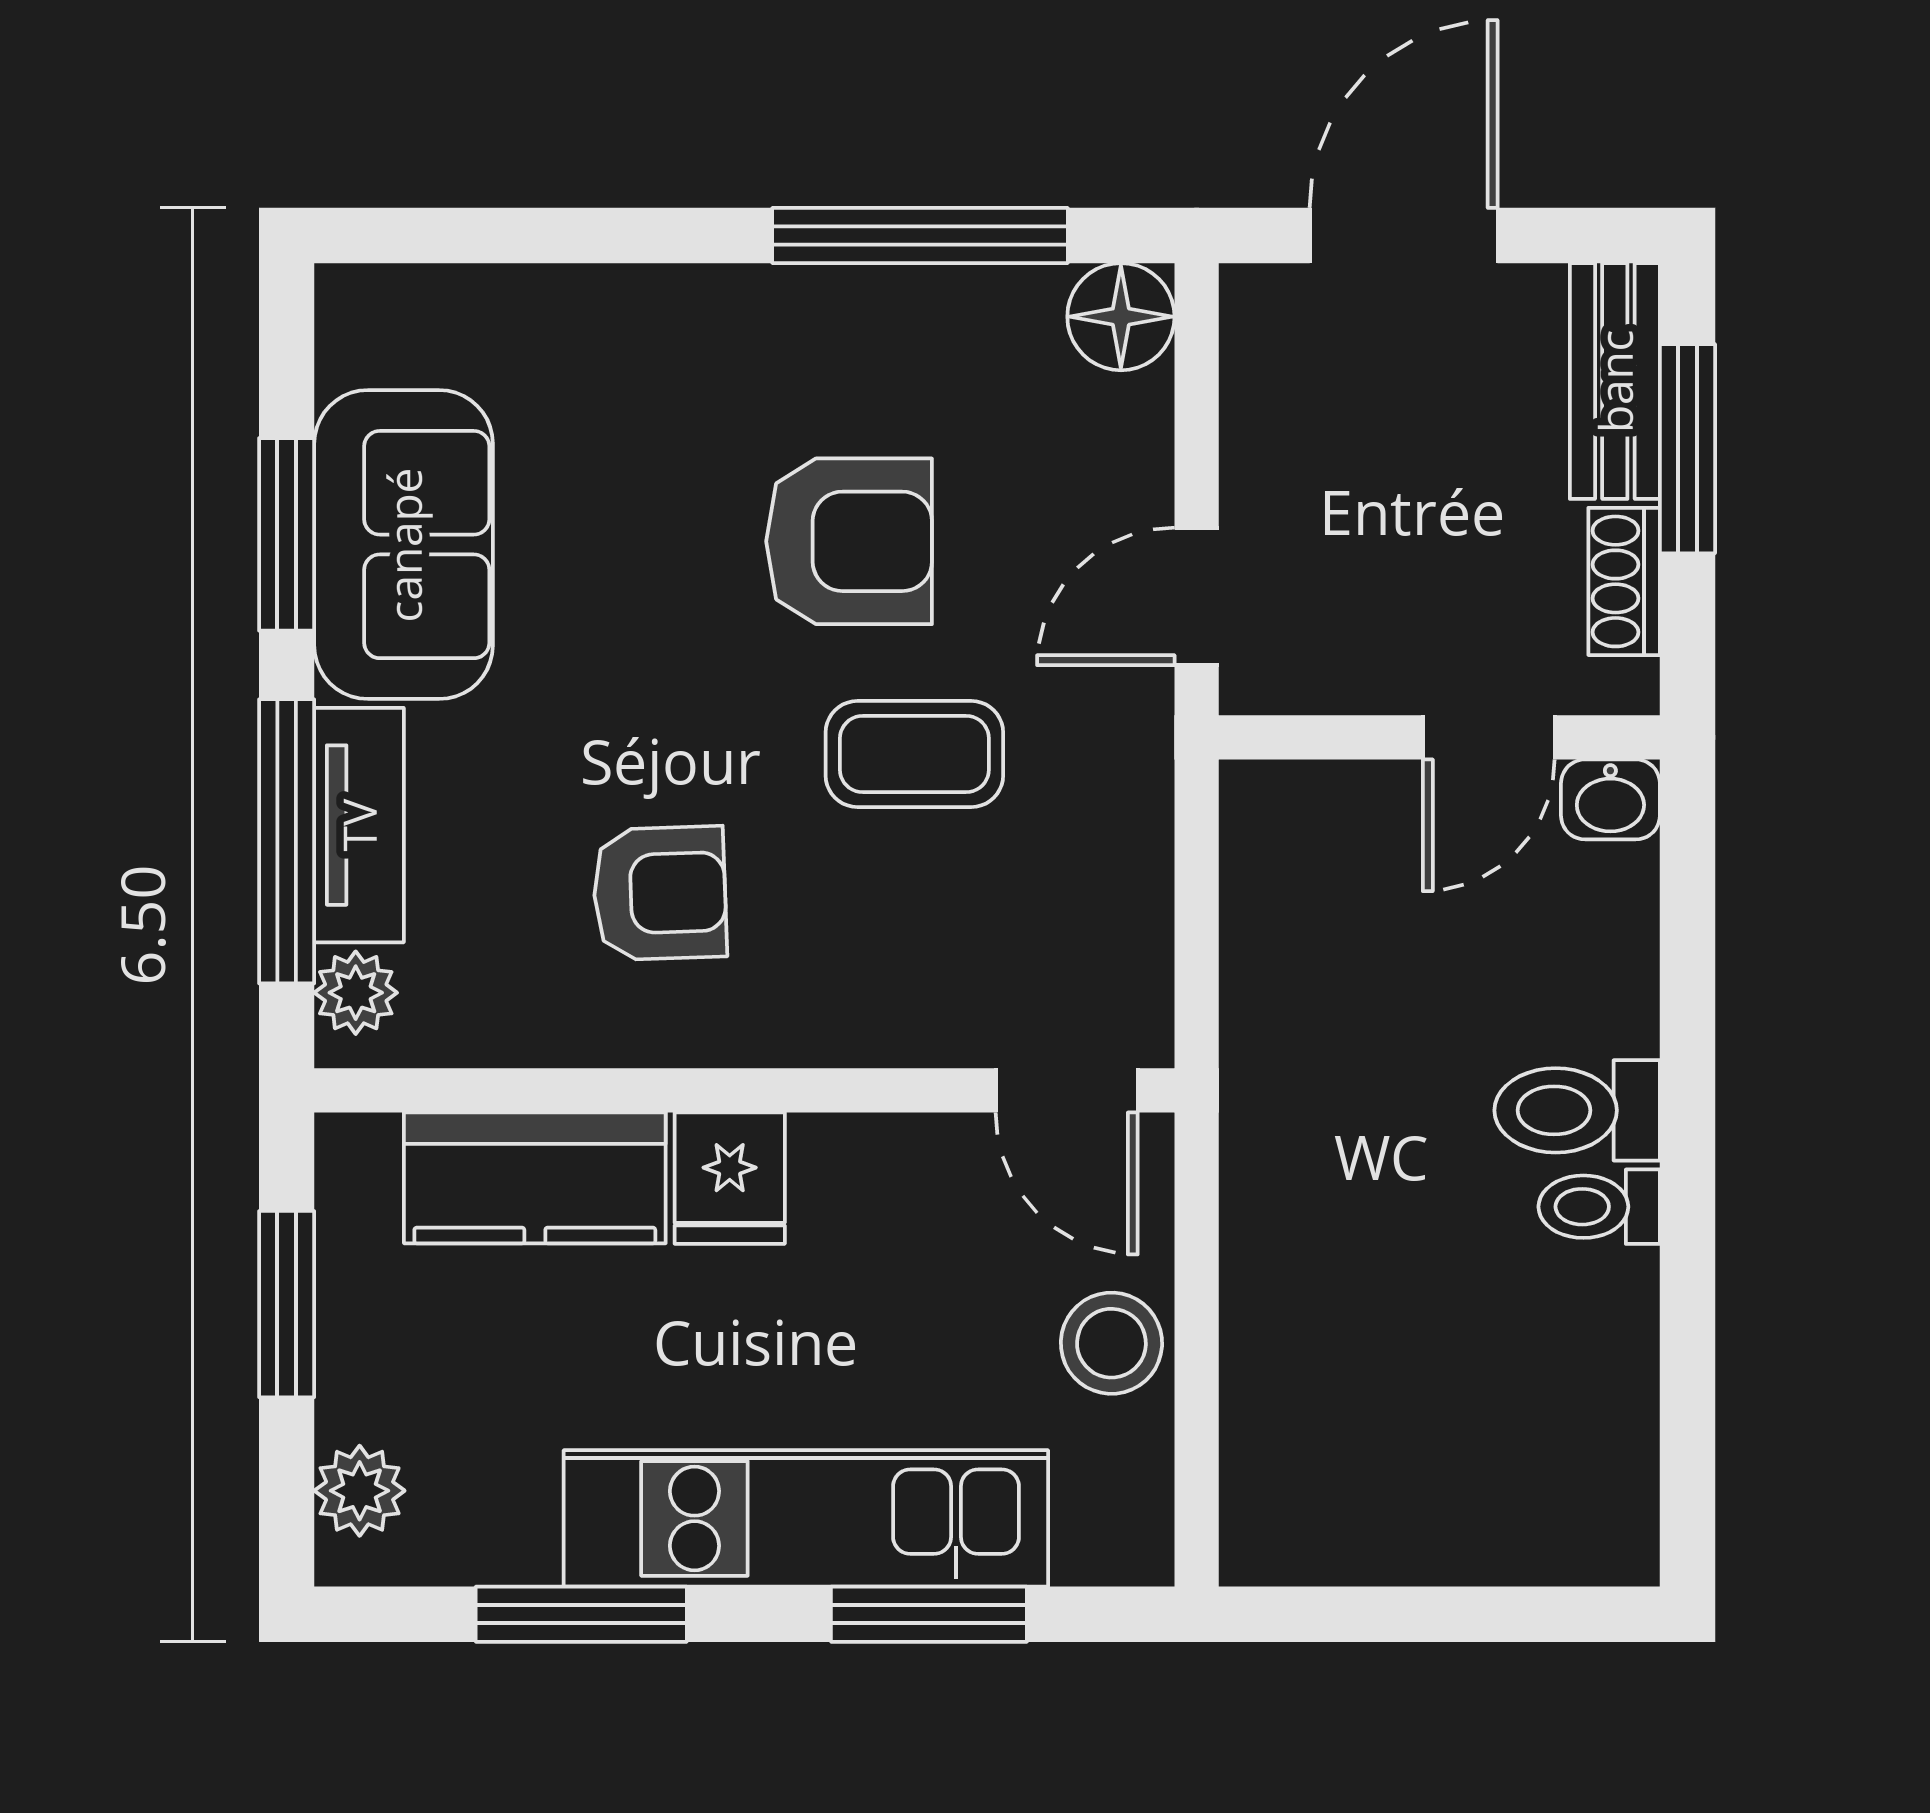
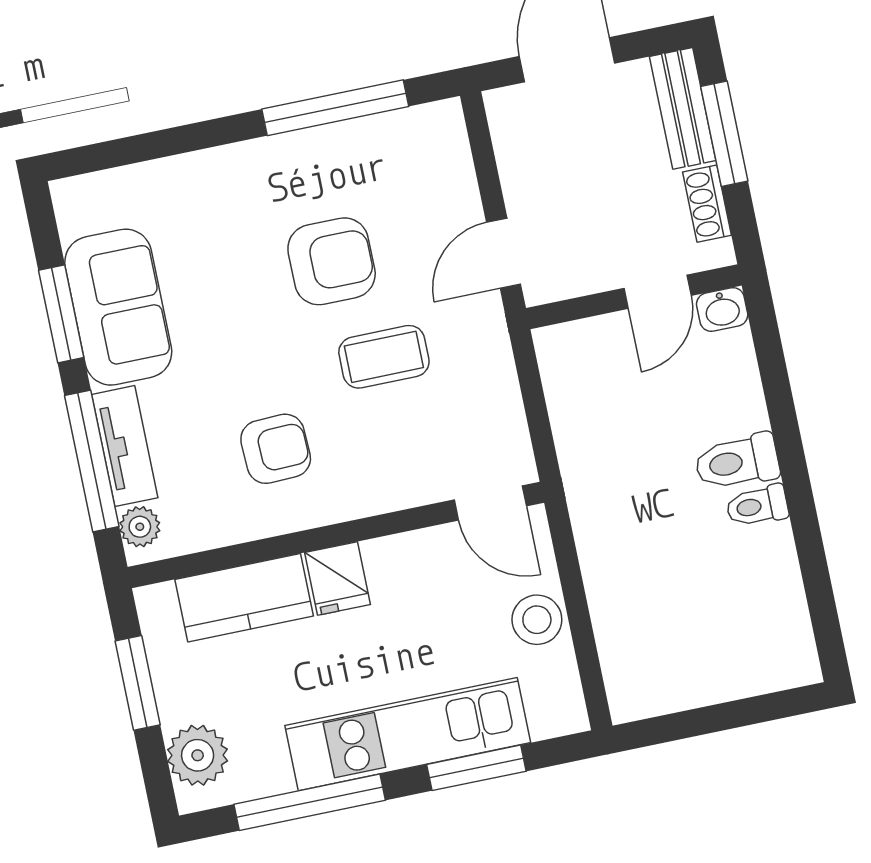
floor lamp: (1121, 317) -> (440, 127), removed
plant: (360, 1491) -> (198, 755), width x1.38, depth x1.38
window: (581, 1614) -> (310, 802), width x1.44

